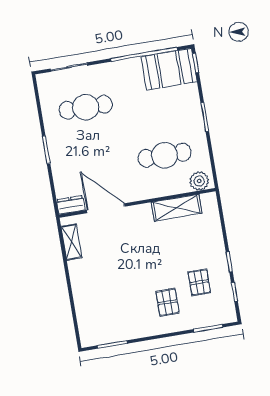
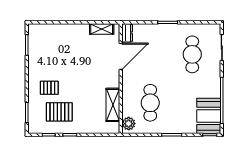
pallet: (199, 282) -> (59, 112), width x1.50, depth x1.42

